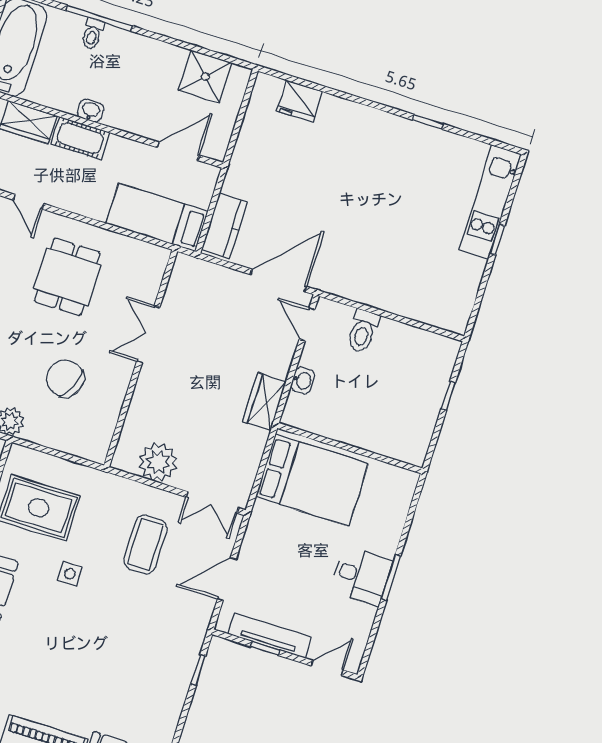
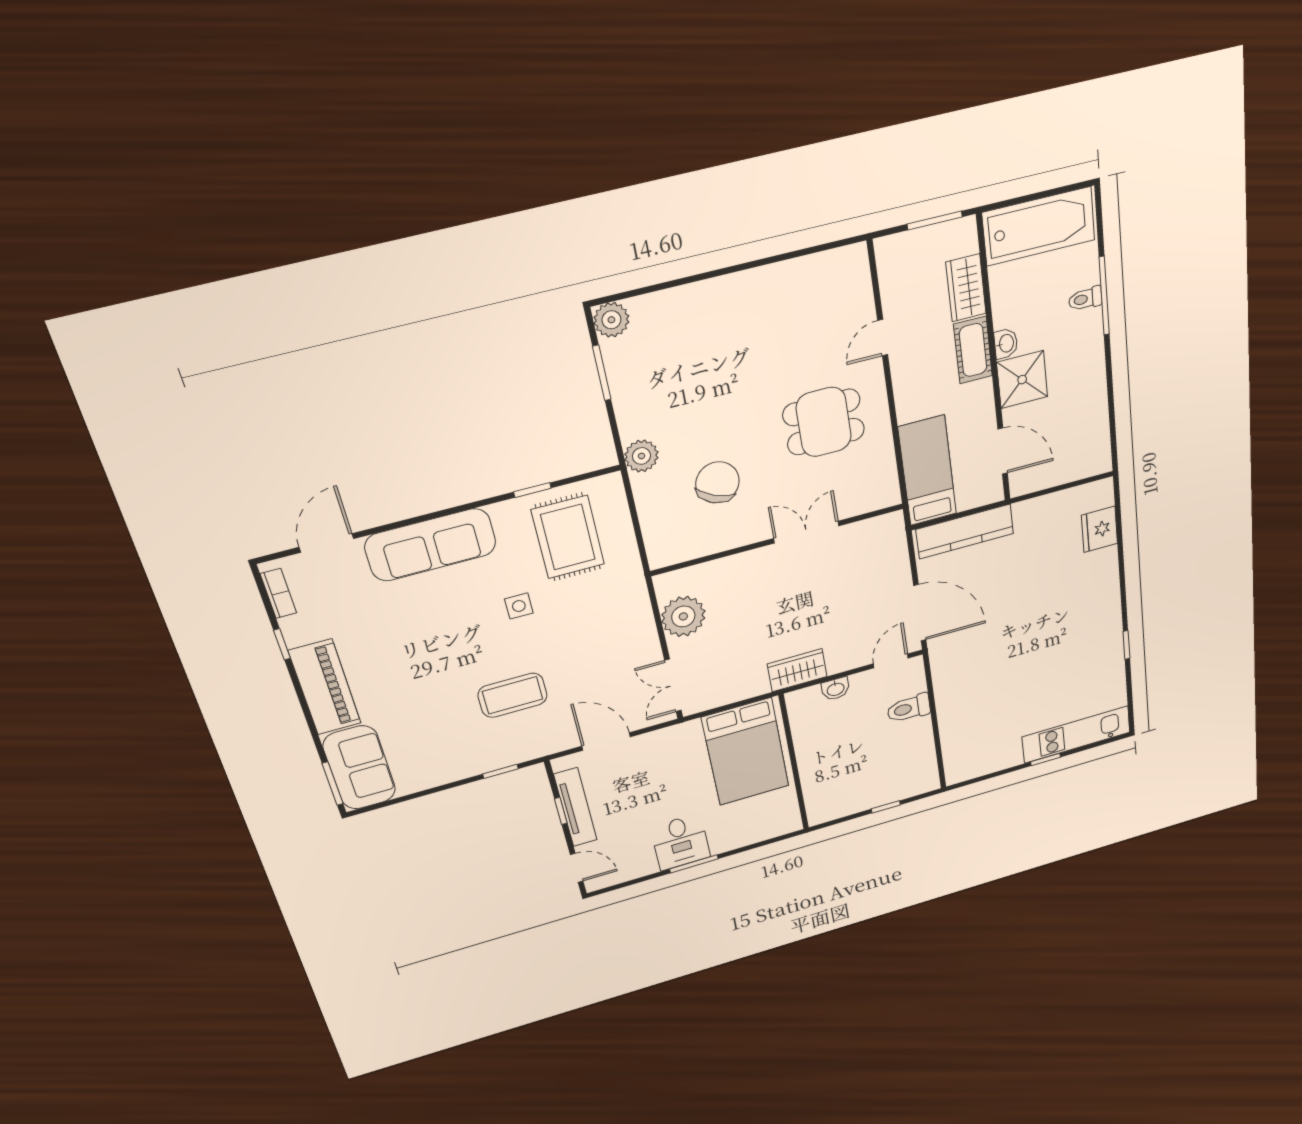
shower: (205, 77) -> (1022, 380), moved
kitchen counter: (224, 226) -> (965, 531), width x1.50
coffee table: (146, 544) -> (513, 695), moved

